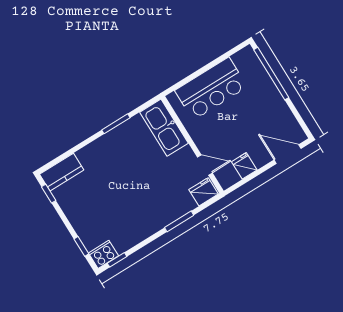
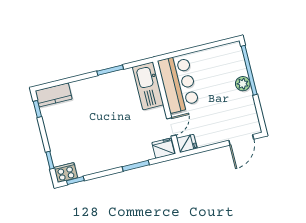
bar counter: (211, 89) -> (178, 84), moved, turned -90
plant: (269, 91) -> (243, 84), added
door: (288, 154) -> (241, 140), swing flipped
door: (205, 165) -> (171, 127), hinge flipped
fridge: (244, 166) -> (187, 143), moved, turned 90

